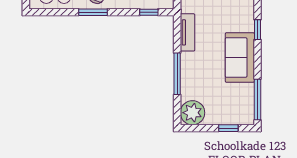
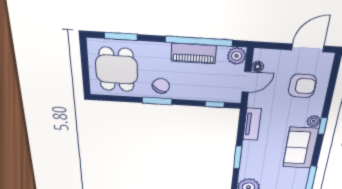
plant: (248, 25) -> (314, 121), added
window: (177, 74) -> (238, 157), width x0.69

